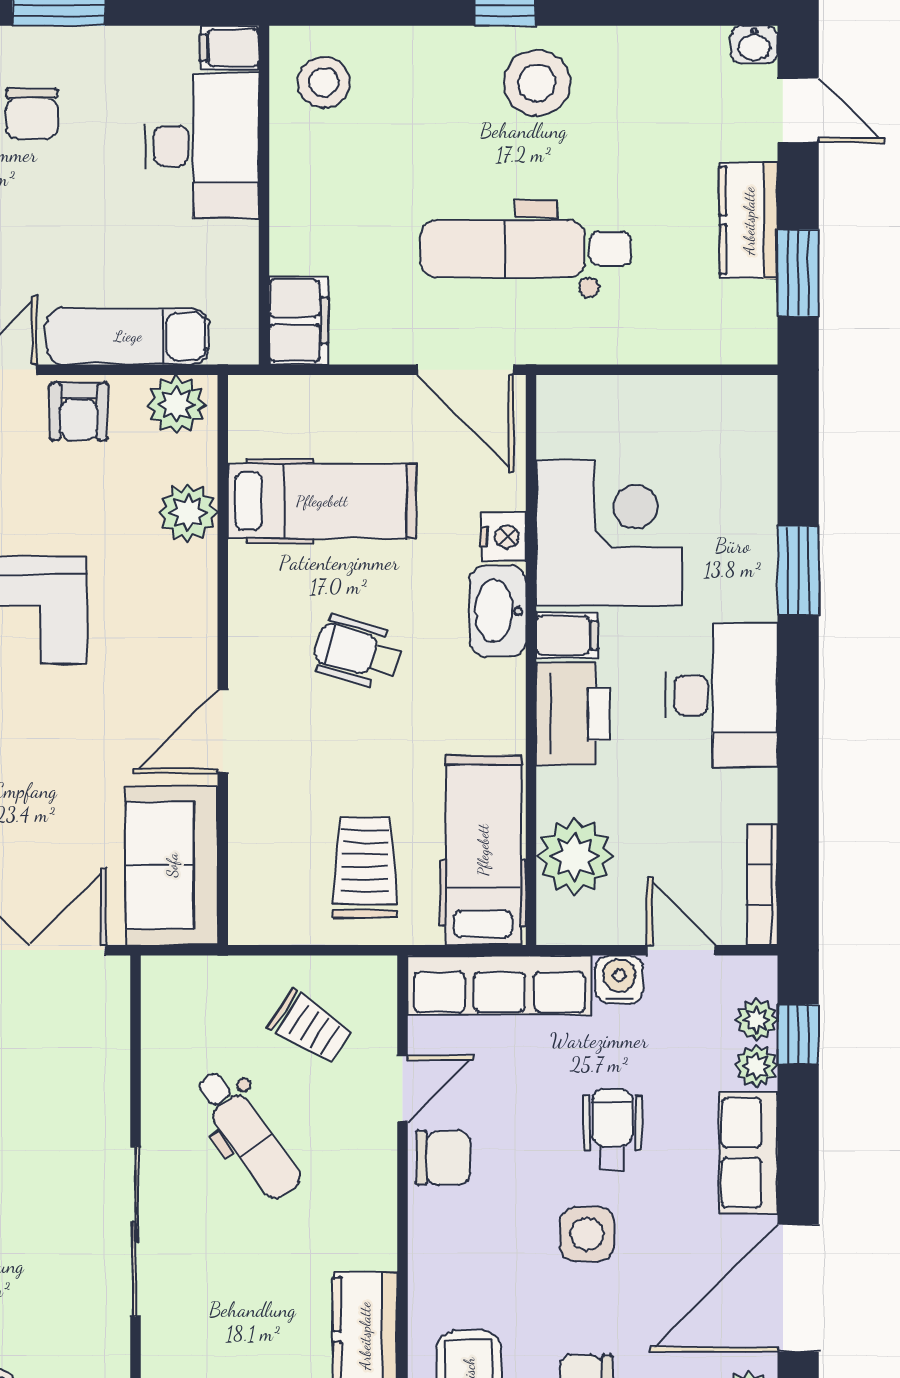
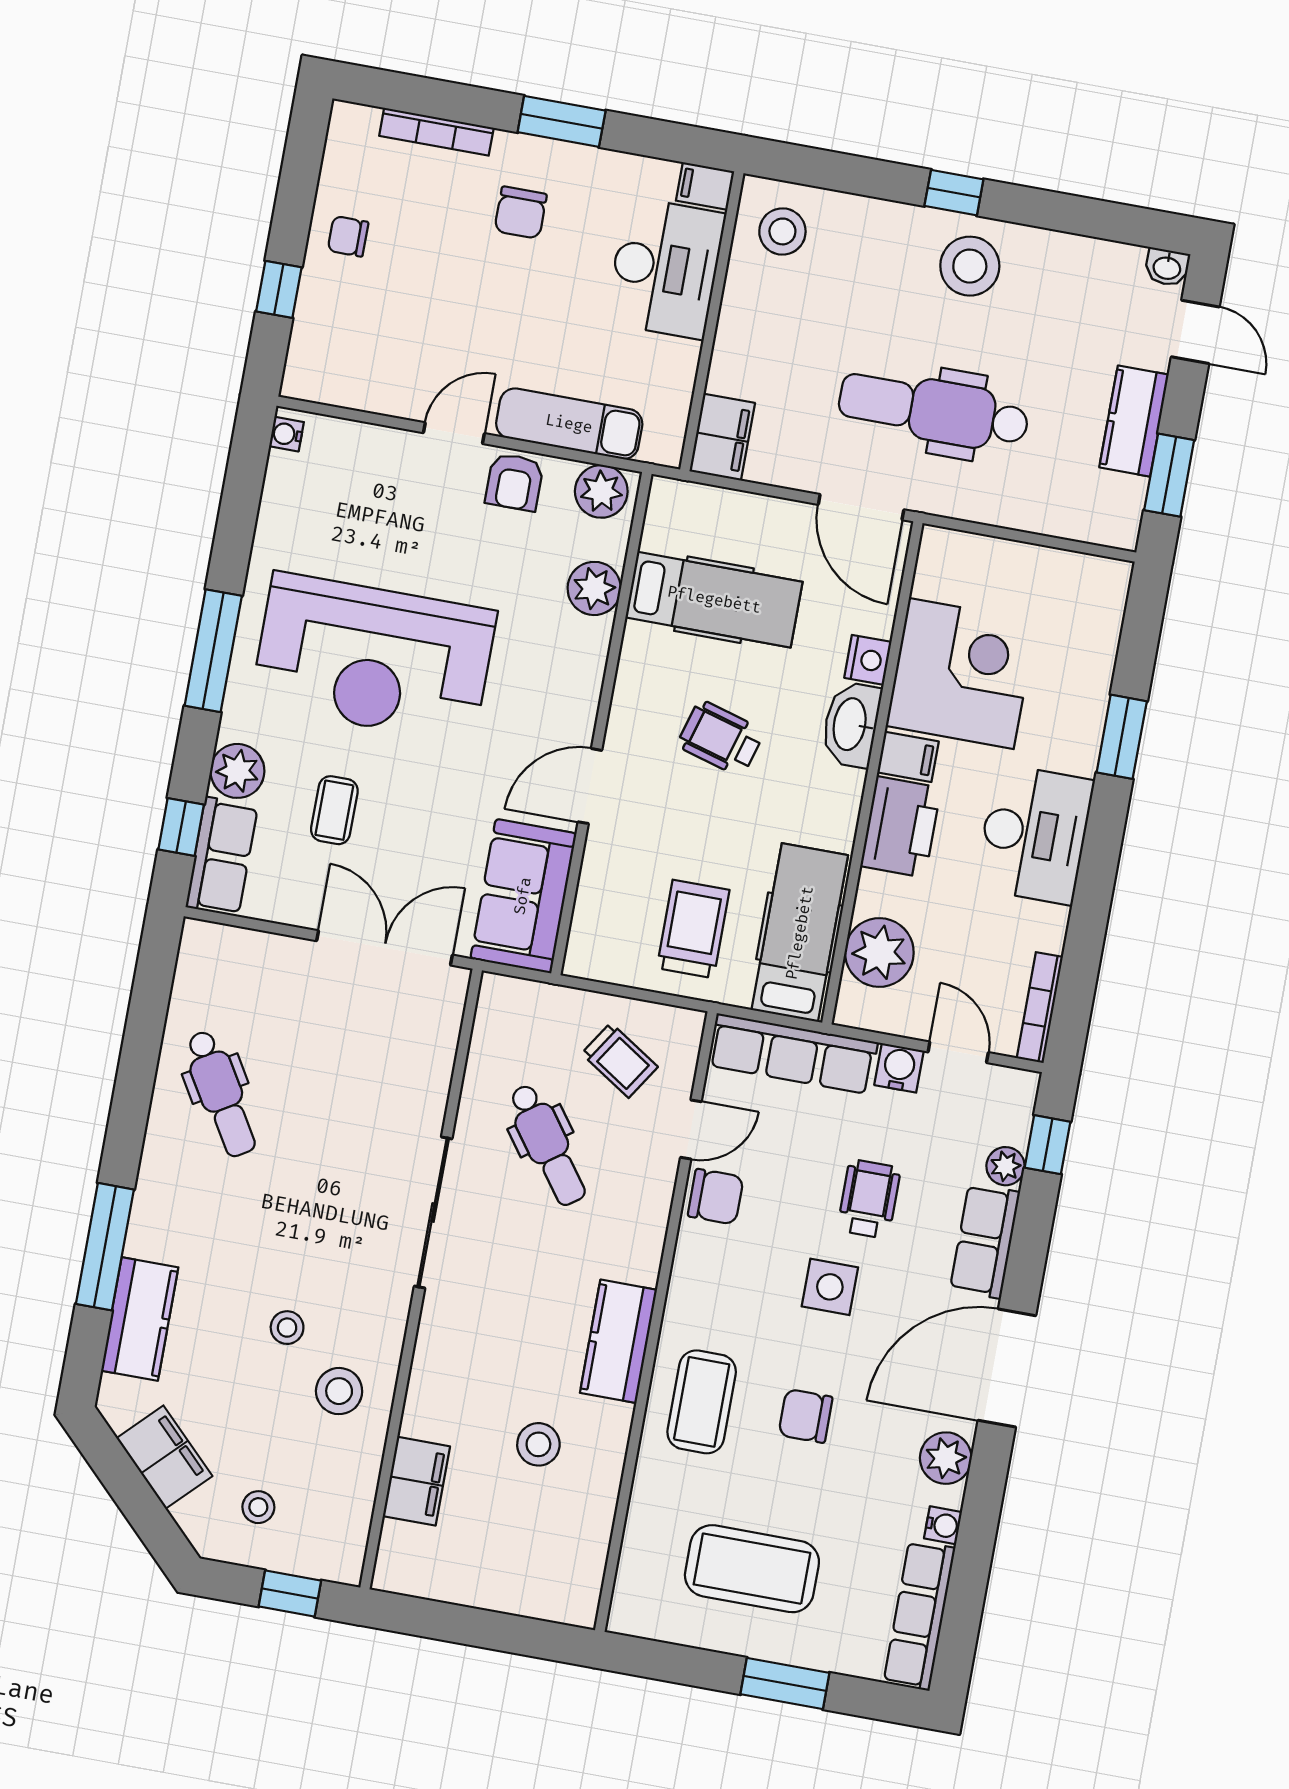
plant: (757, 1020) -> (1013, 1125), removed

